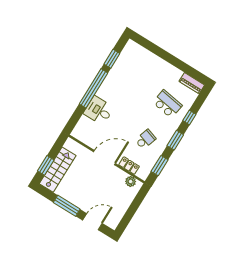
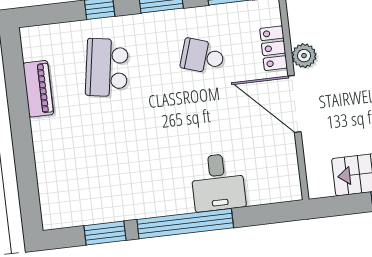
piano: (192, 83) -> (38, 89), moved
plant: (131, 181) -> (304, 56), moved

